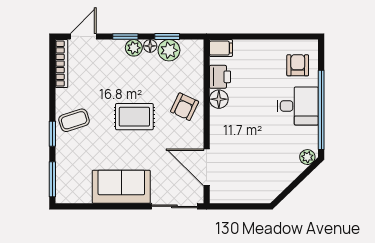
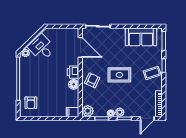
plant: (169, 50) -> (88, 111), moved
printer: (220, 77) -> (73, 72), moved
desk: (298, 106) -> (41, 47), moved, turned 46
sofa: (121, 187) -> (141, 37), moved

